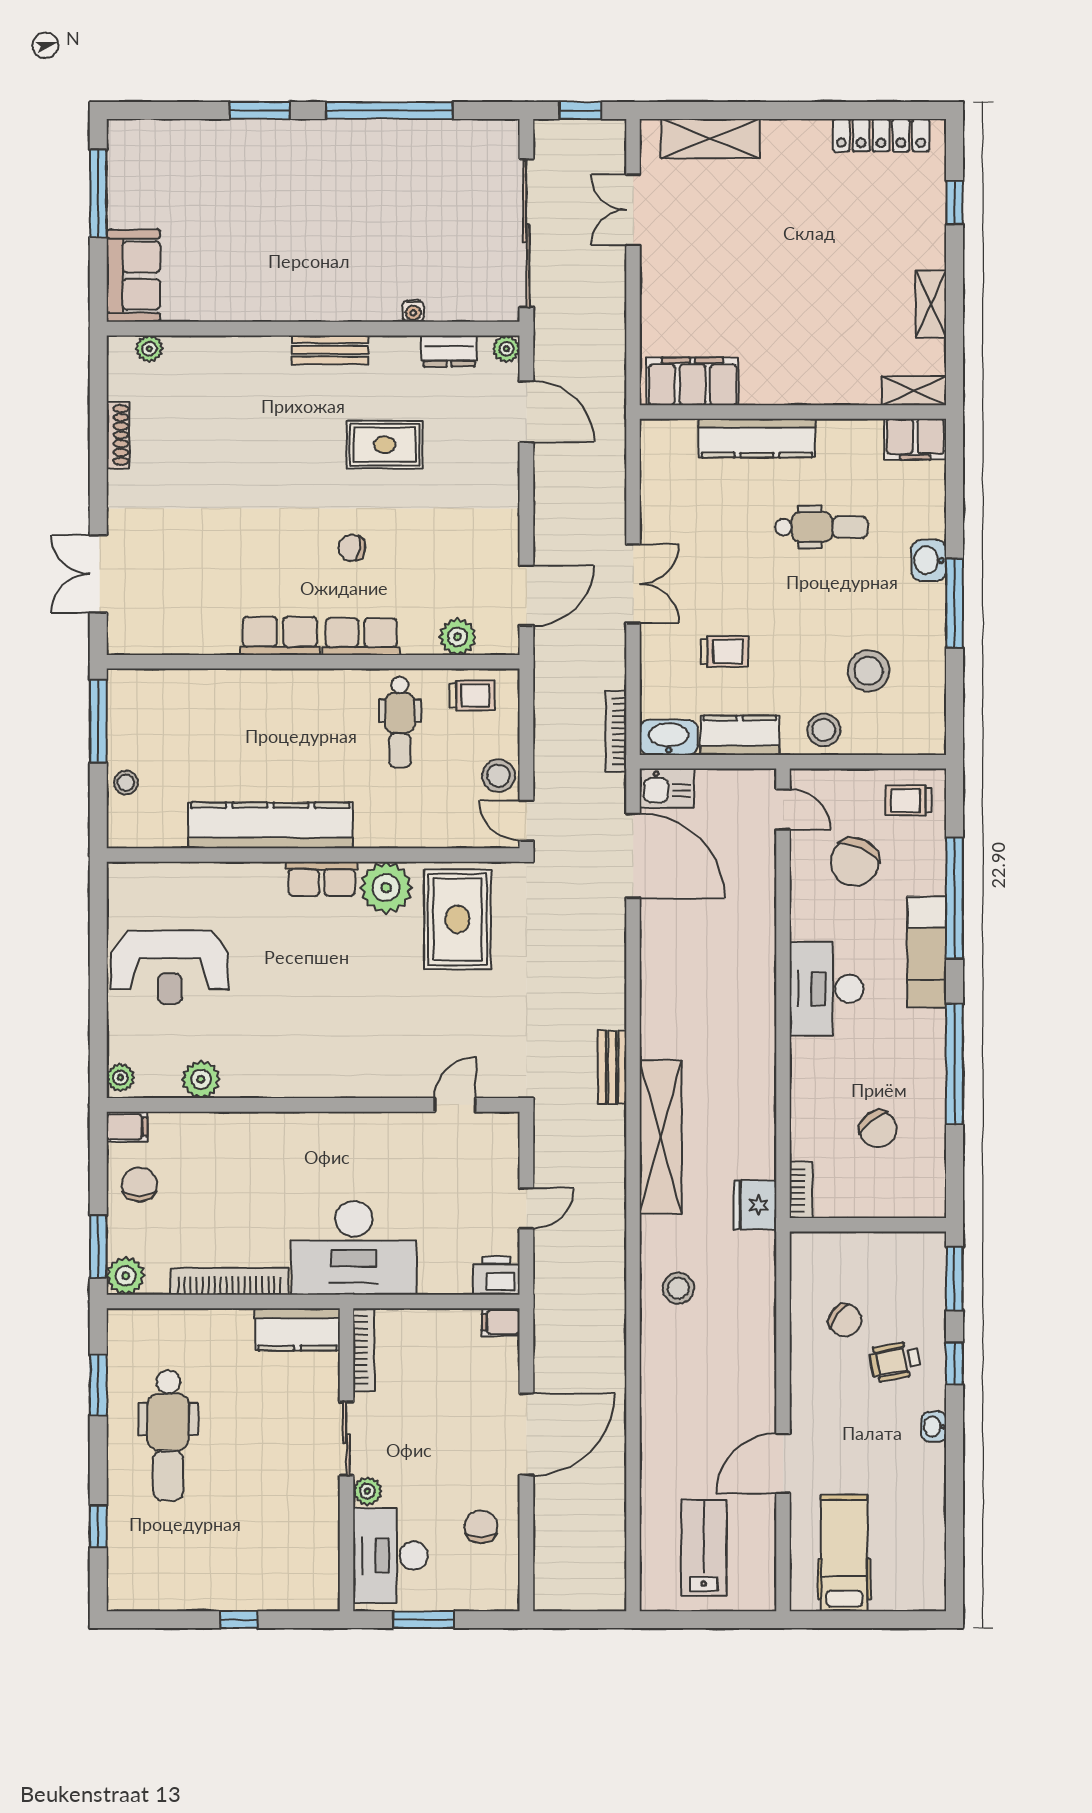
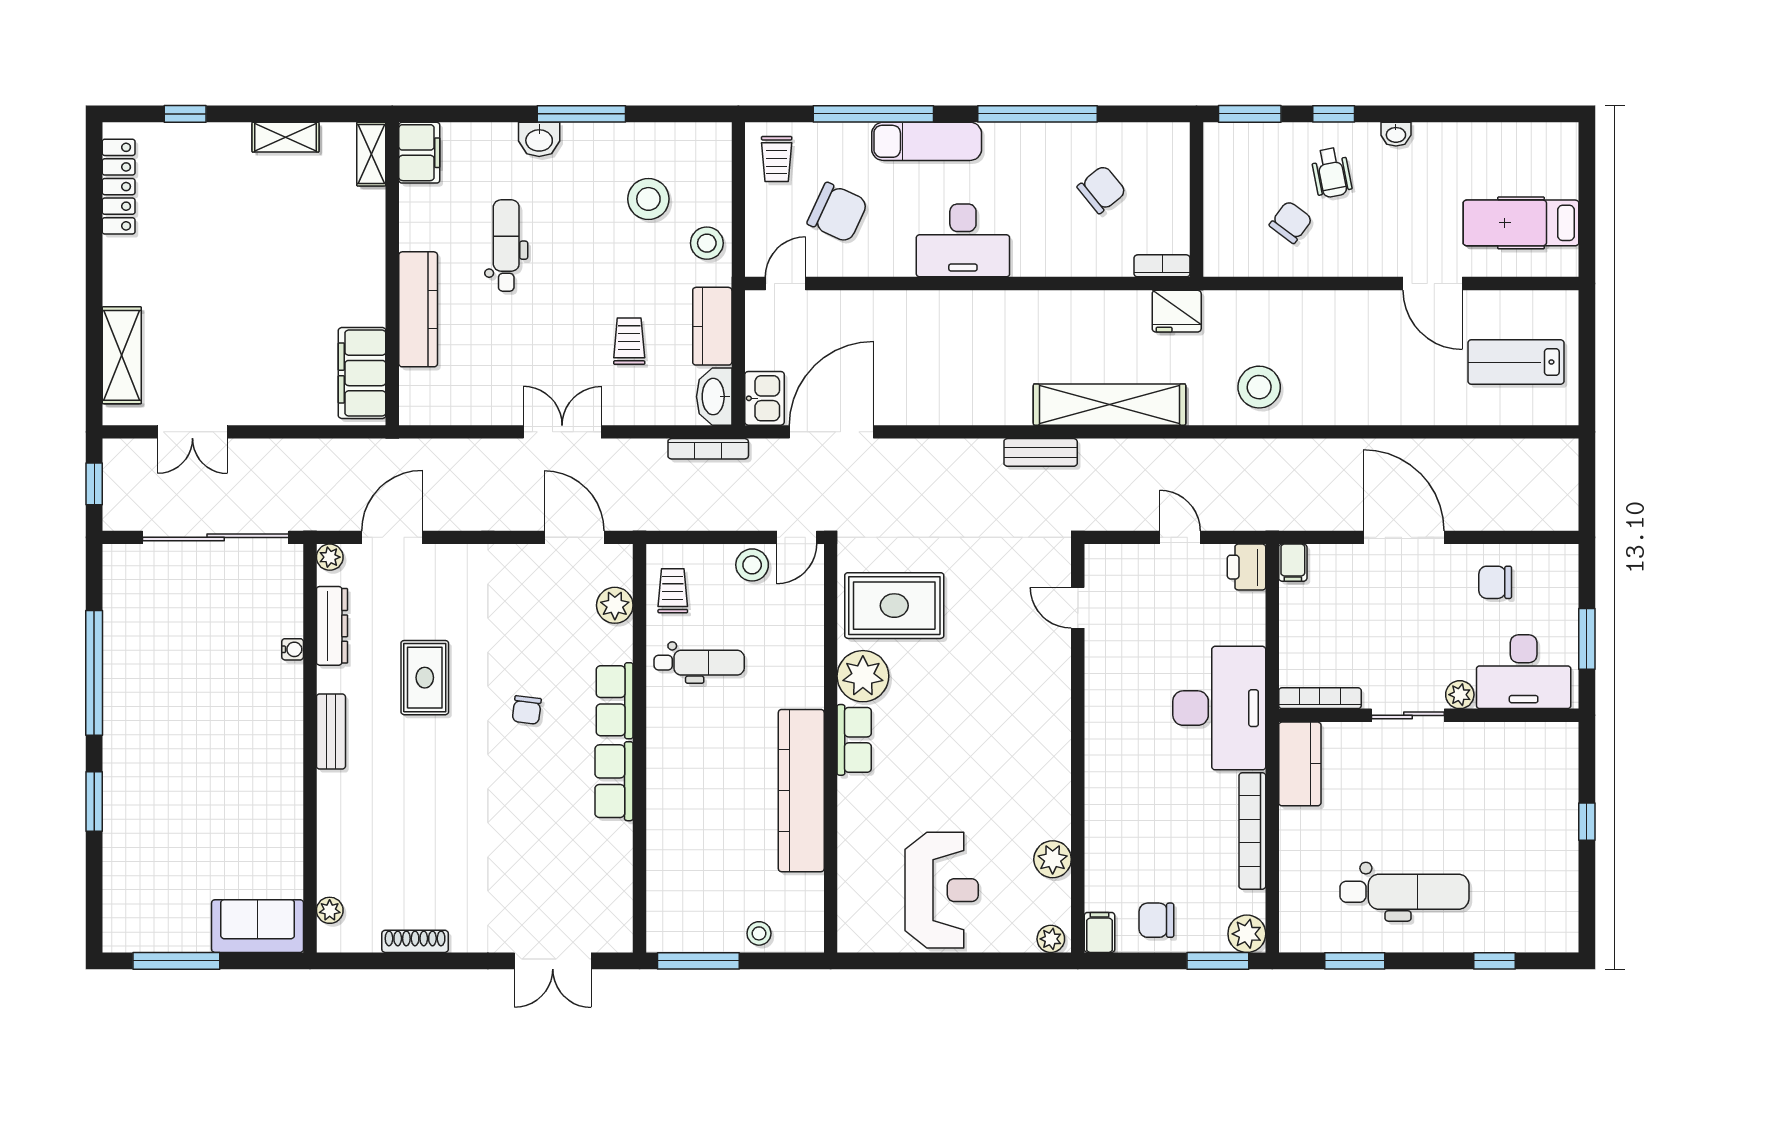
dresser: (449, 351) -> (332, 626), width x1.44
stool: (678, 1288) -> (1259, 387), width x1.38, depth x1.38

